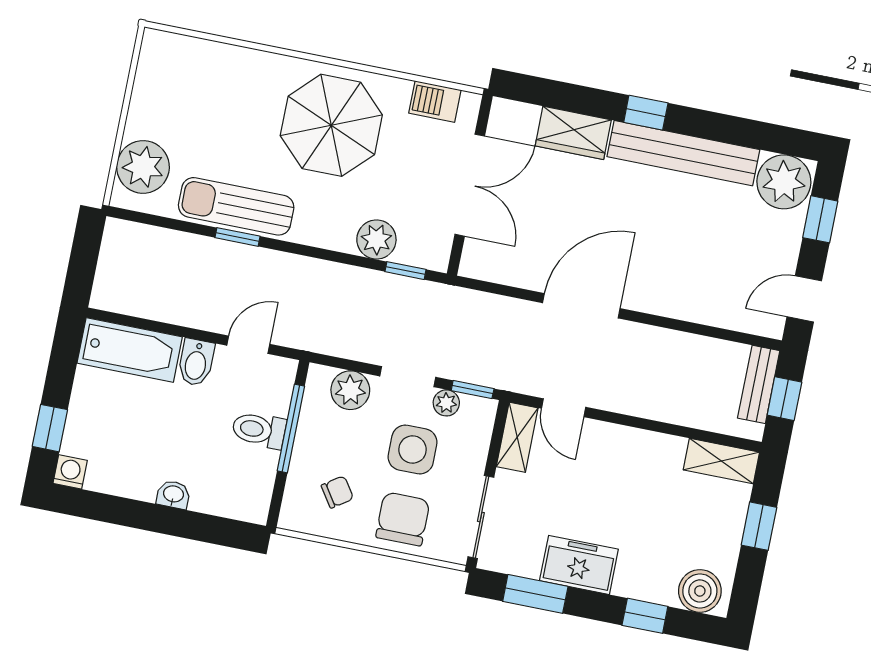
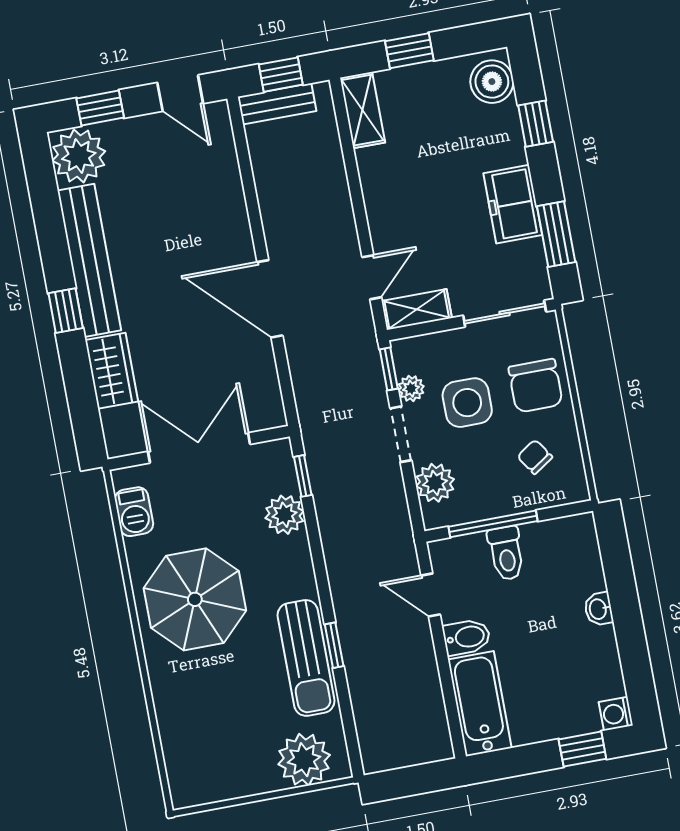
chair: (403, 519) -> (536, 386), turned -90

